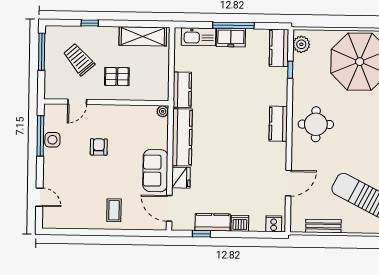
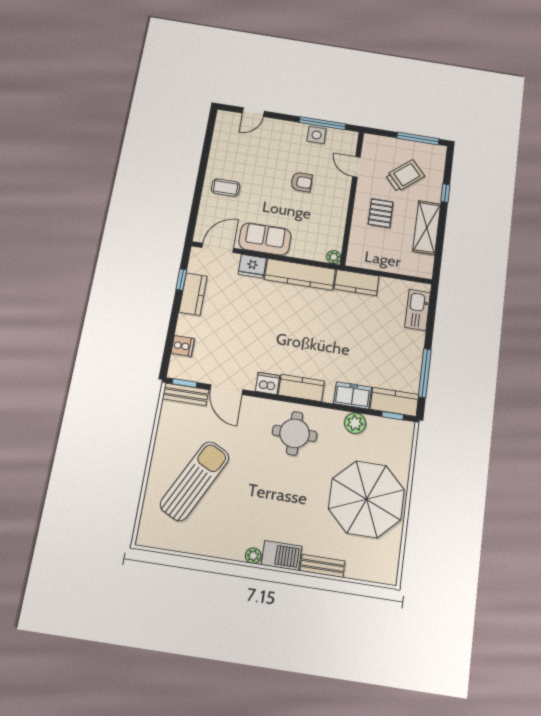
window: (233, 25) -> (425, 373), moved
shelving: (143, 36) -> (427, 228), moved
freezer: (231, 38) -> (353, 395), moved, turned 90
plant: (301, 44) -> (355, 423), moved
window: (290, 70) -> (393, 416), moved
window: (288, 217) -> (184, 383), added
dishwasher: (240, 223) -> (268, 383), moved, turned -90
cooker: (274, 224) -> (183, 346), moved
bench: (323, 226) -> (186, 394), moved, turned 90

